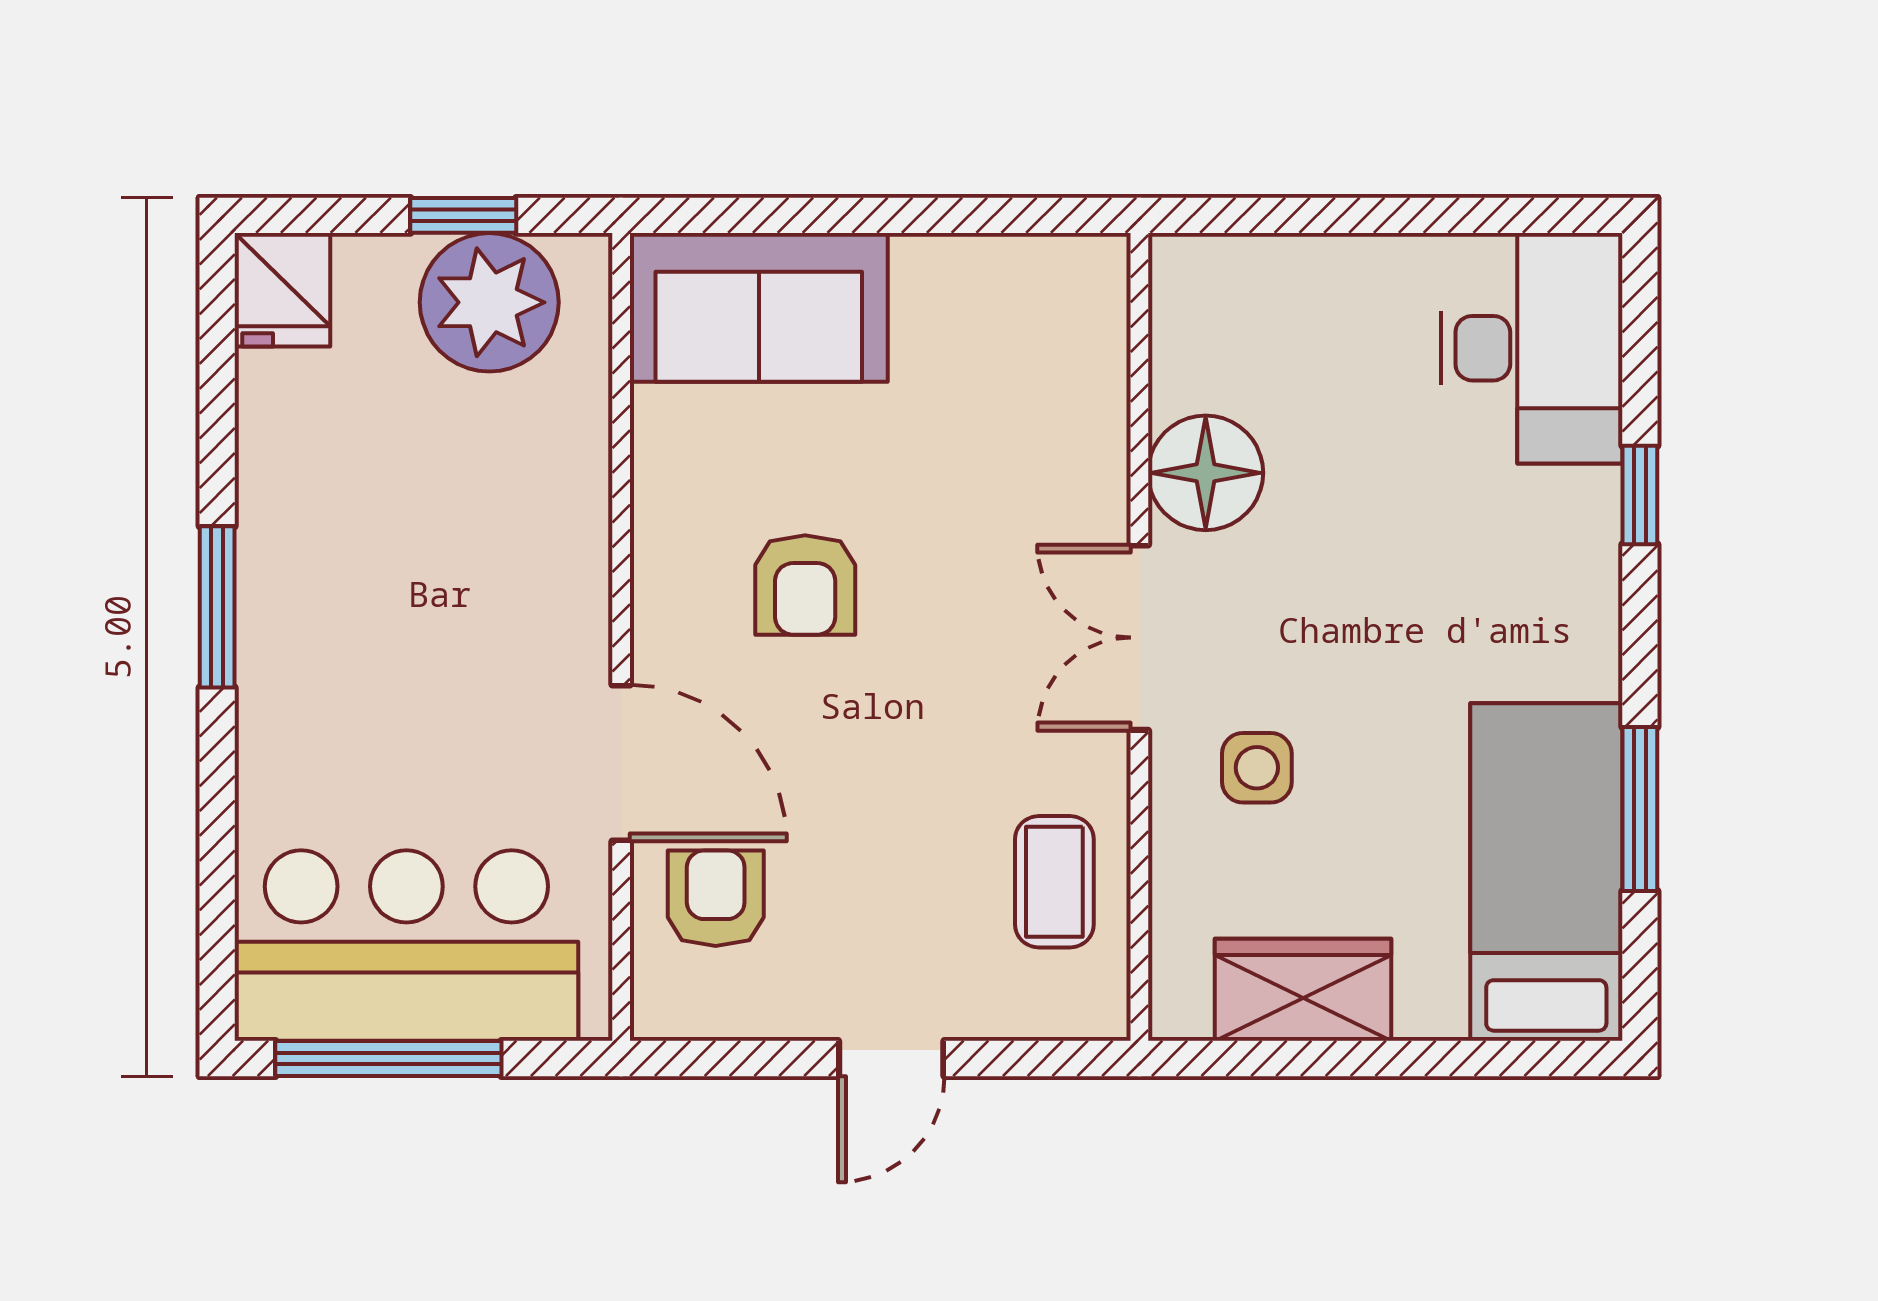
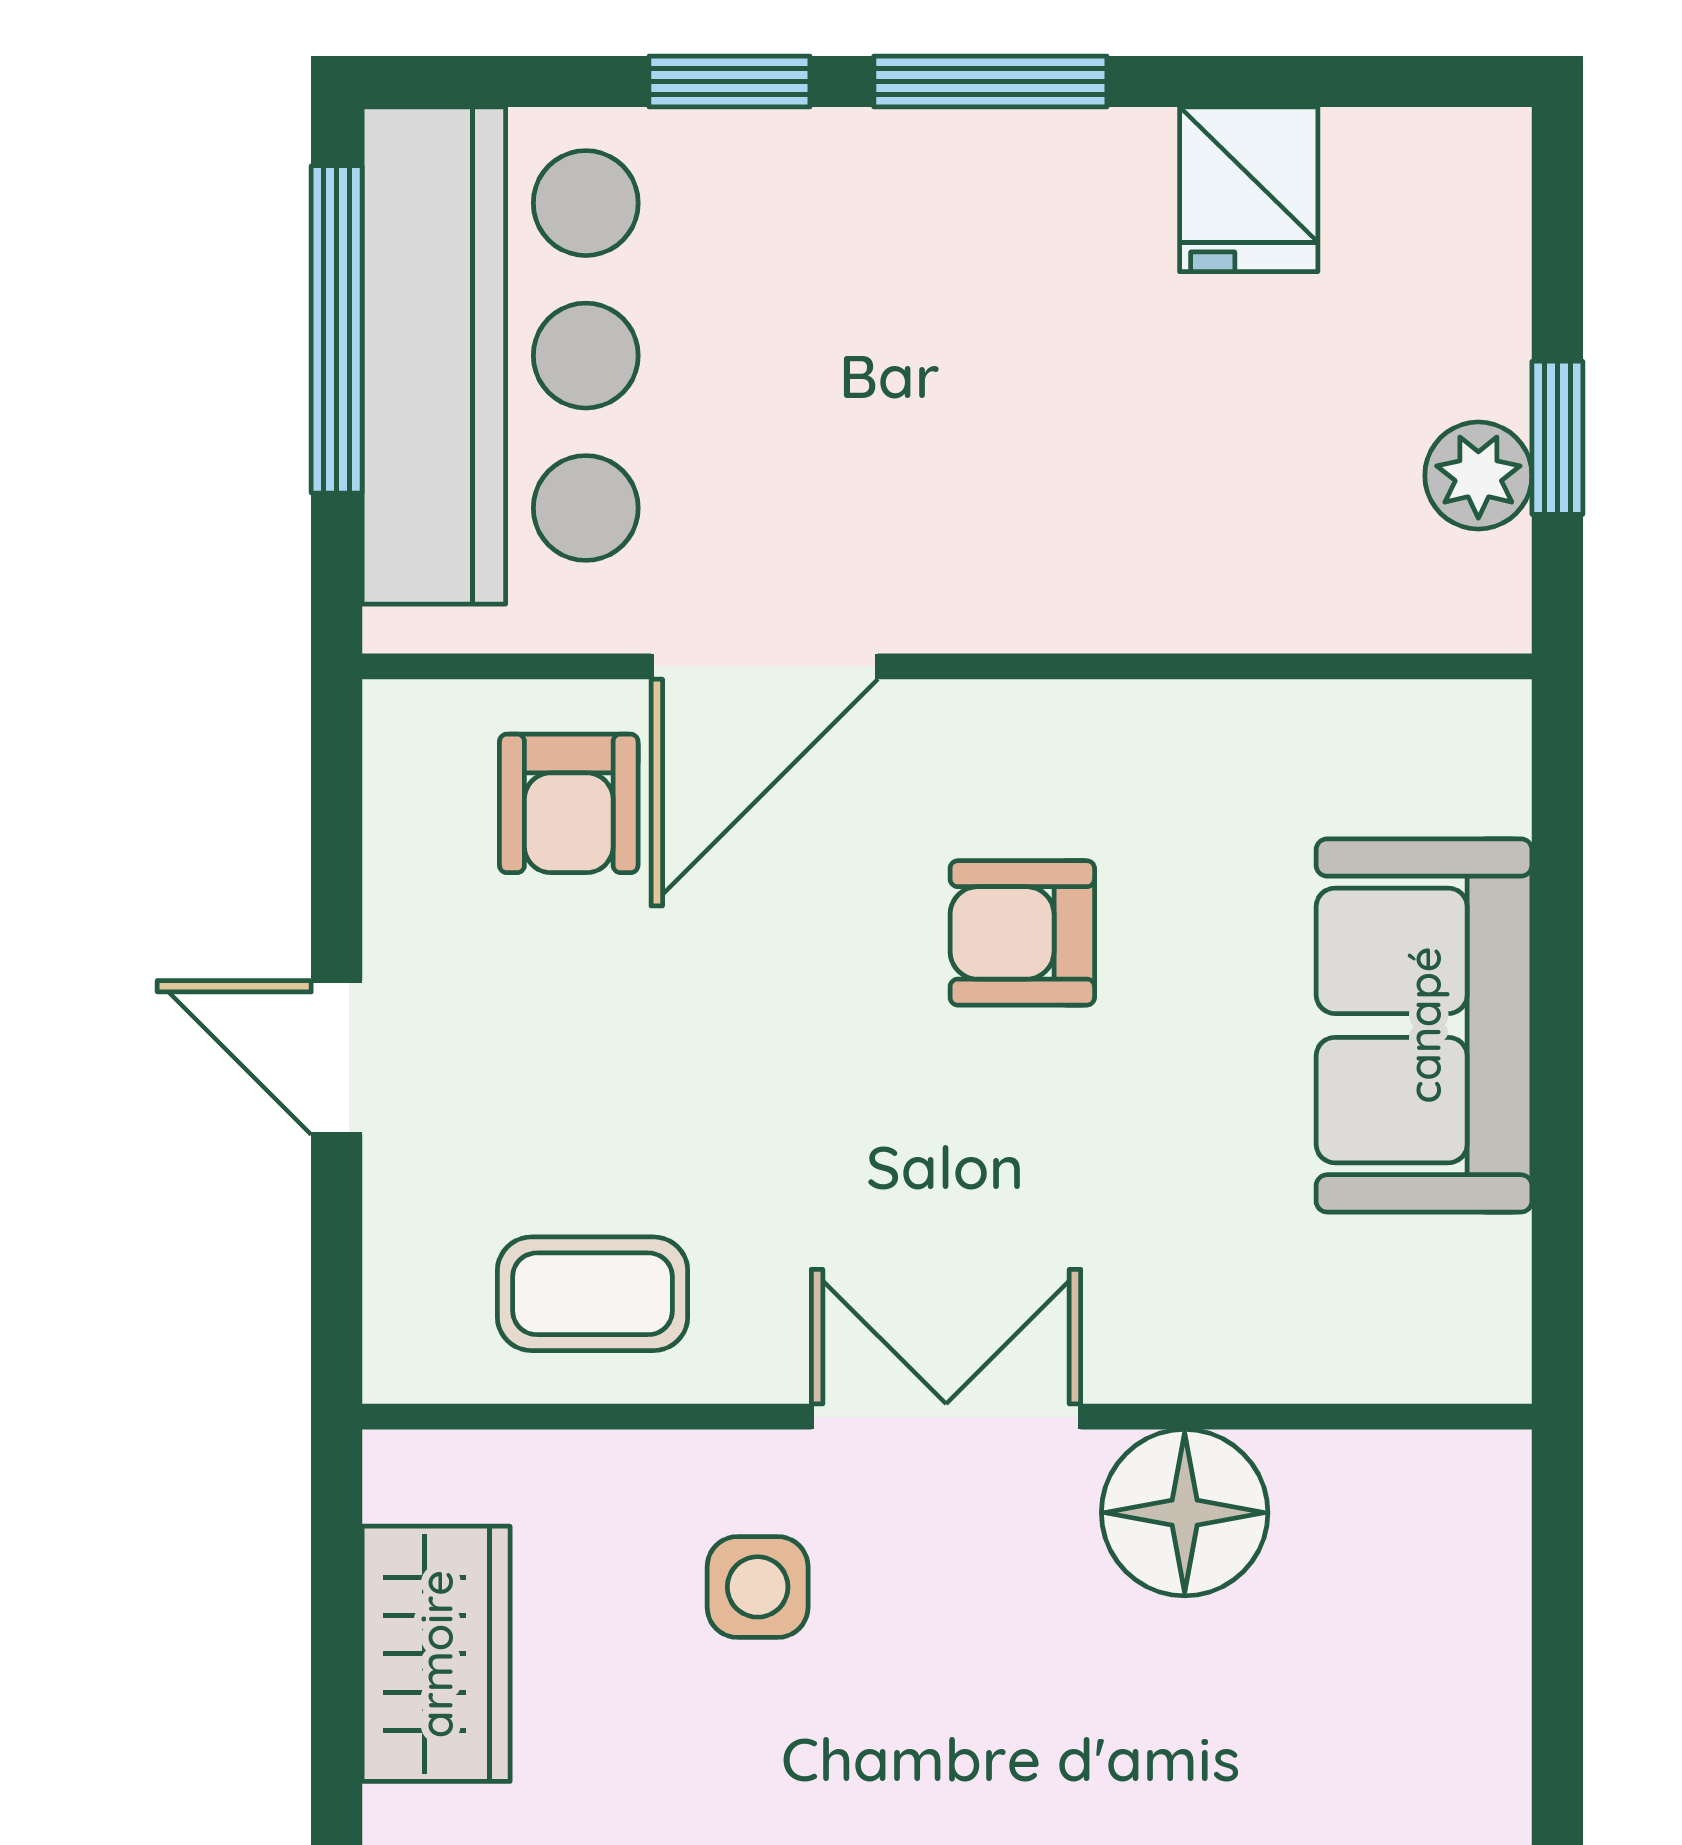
fridge: (282, 290) -> (1249, 189), moved, turned -90
plant: (489, 302) -> (1478, 476), width x0.53, depth x0.53
sofa: (759, 307) -> (1424, 1025), moved
window: (217, 787) -> (729, 82), added
armchair: (716, 898) -> (569, 803), turned 90

